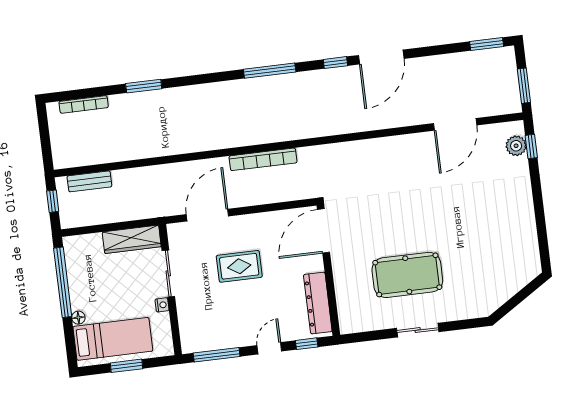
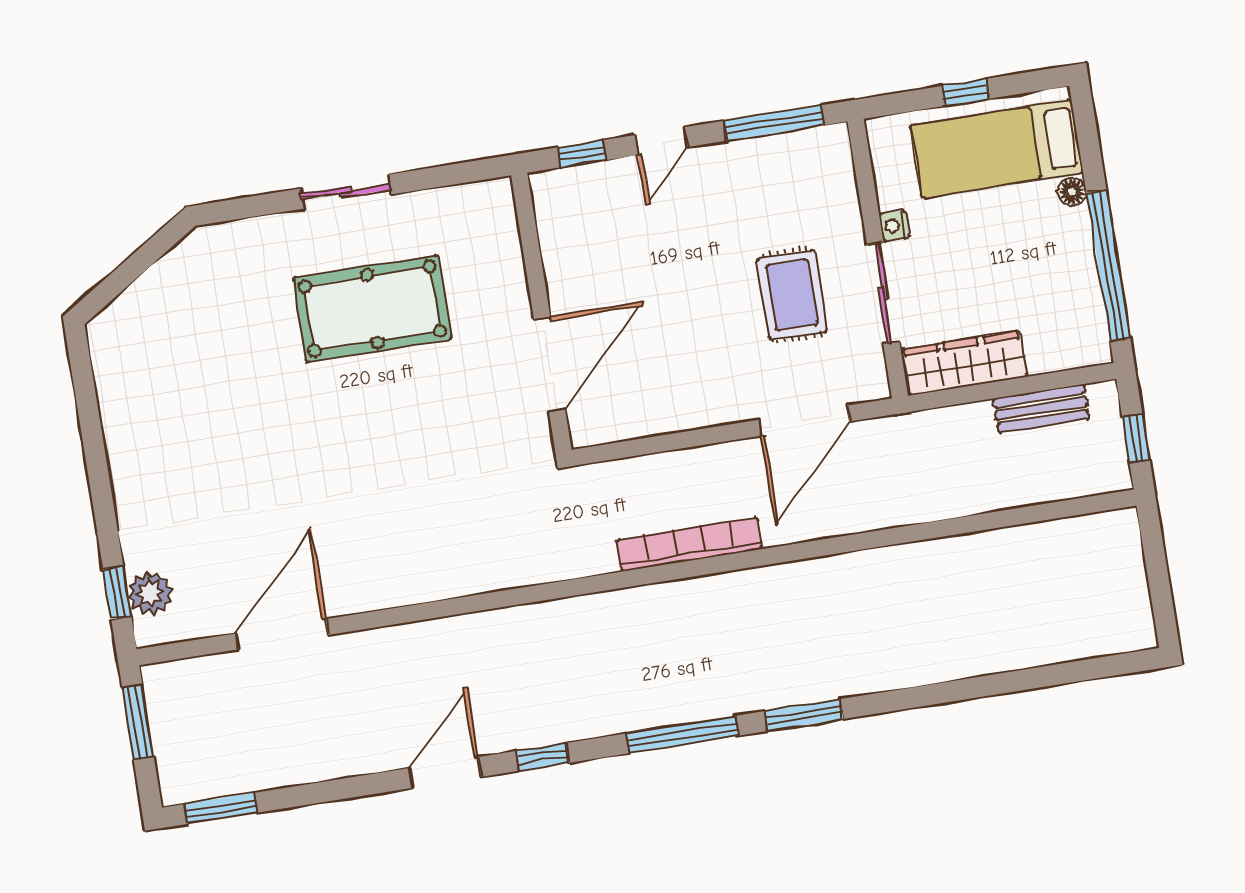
door: (381, 57) -> (445, 772), width x0.73
window: (144, 86) -> (804, 715), moved
bookcase: (84, 104) -> (1077, 648), removed
bench: (89, 181) -> (1041, 409), moved
door: (324, 231) -> (550, 364), moved
rug: (239, 266) -> (792, 295), moved, turned 90
dresser: (318, 303) -> (561, 242), removed
window: (126, 366) -> (965, 92), width x0.67

